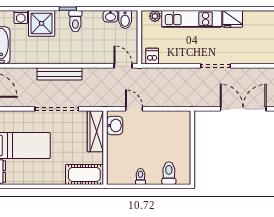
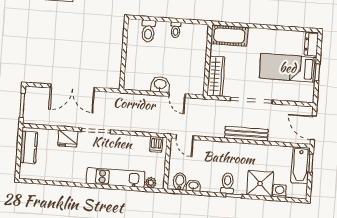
fridge: (233, 19) -> (68, 138), moved, turned 180
washbasin: (115, 125) -> (160, 84), moved, turned 90

